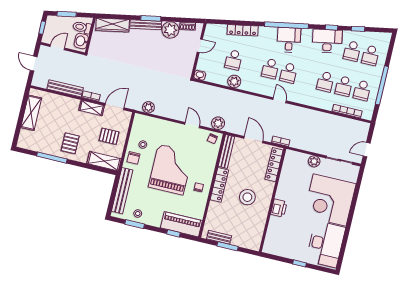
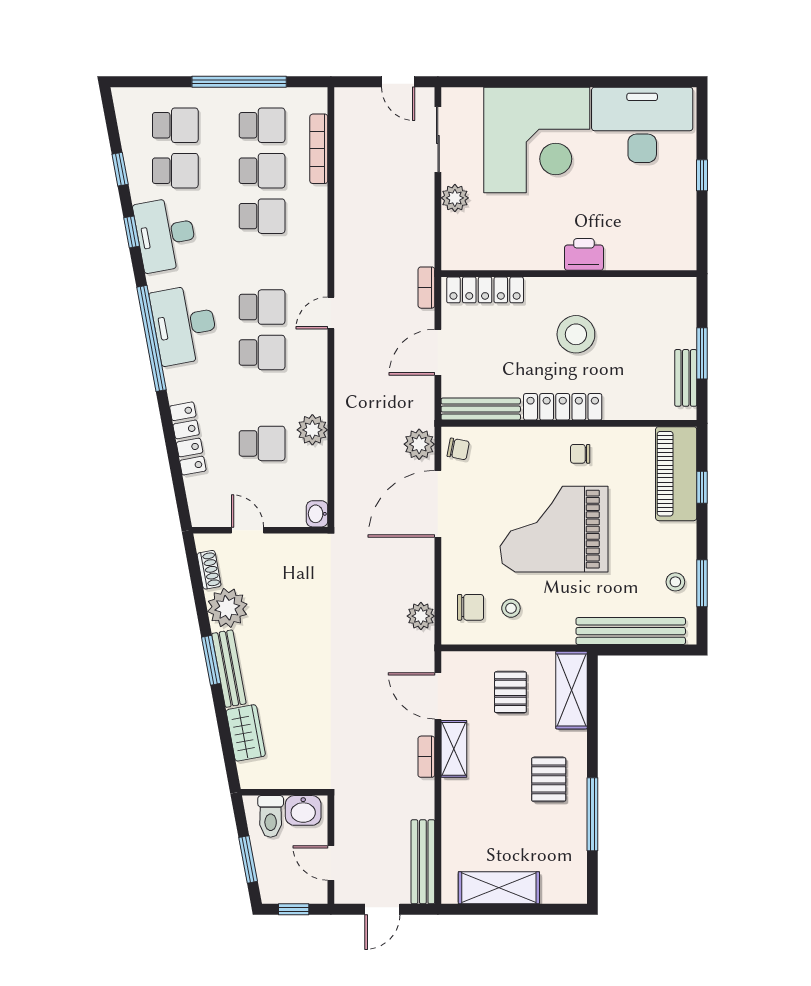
wardrobe: (113, 25) -> (246, 733), width x0.67
desk: (289, 40) -> (184, 325), width x1.37
bench: (65, 88) -> (423, 862), moved
door: (192, 125) -> (438, 504), width x1.87
pallet: (70, 143) -> (549, 779), turned 90
chair: (133, 158) -> (471, 607), moved

